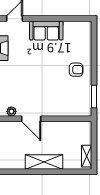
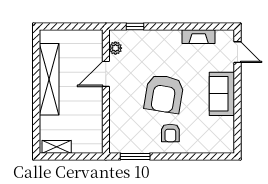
armchair: (46, 75) -> (164, 94), added
shelving: (44, 162) -> (49, 79), width x1.47

